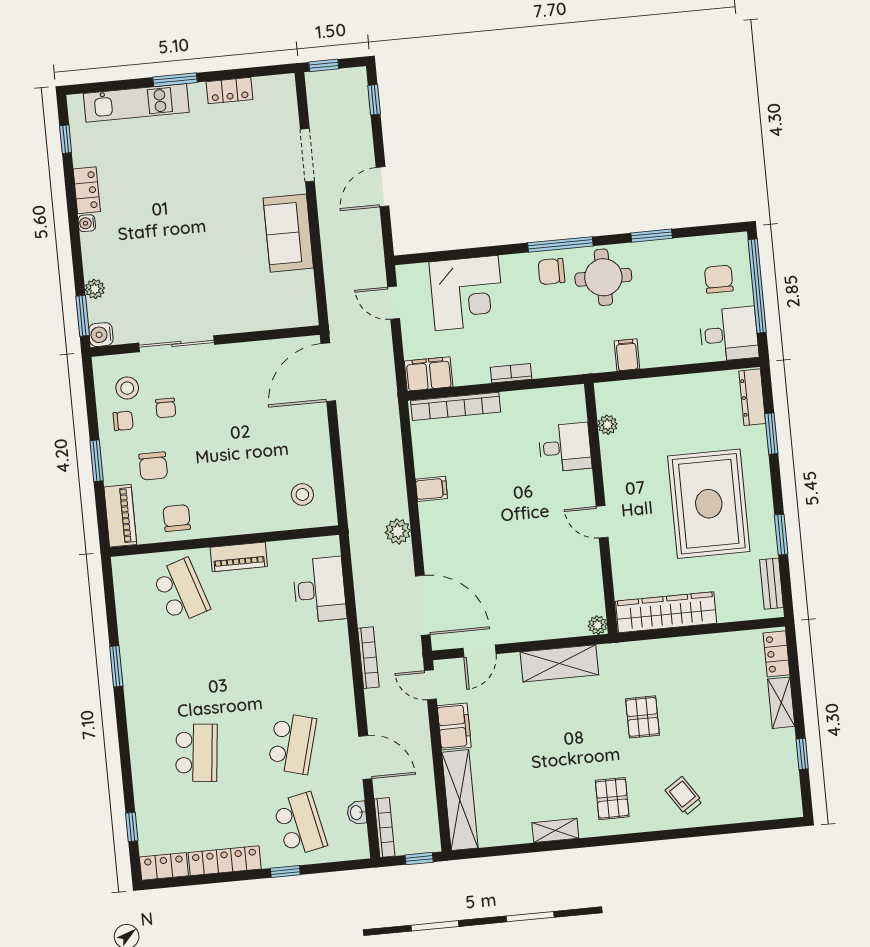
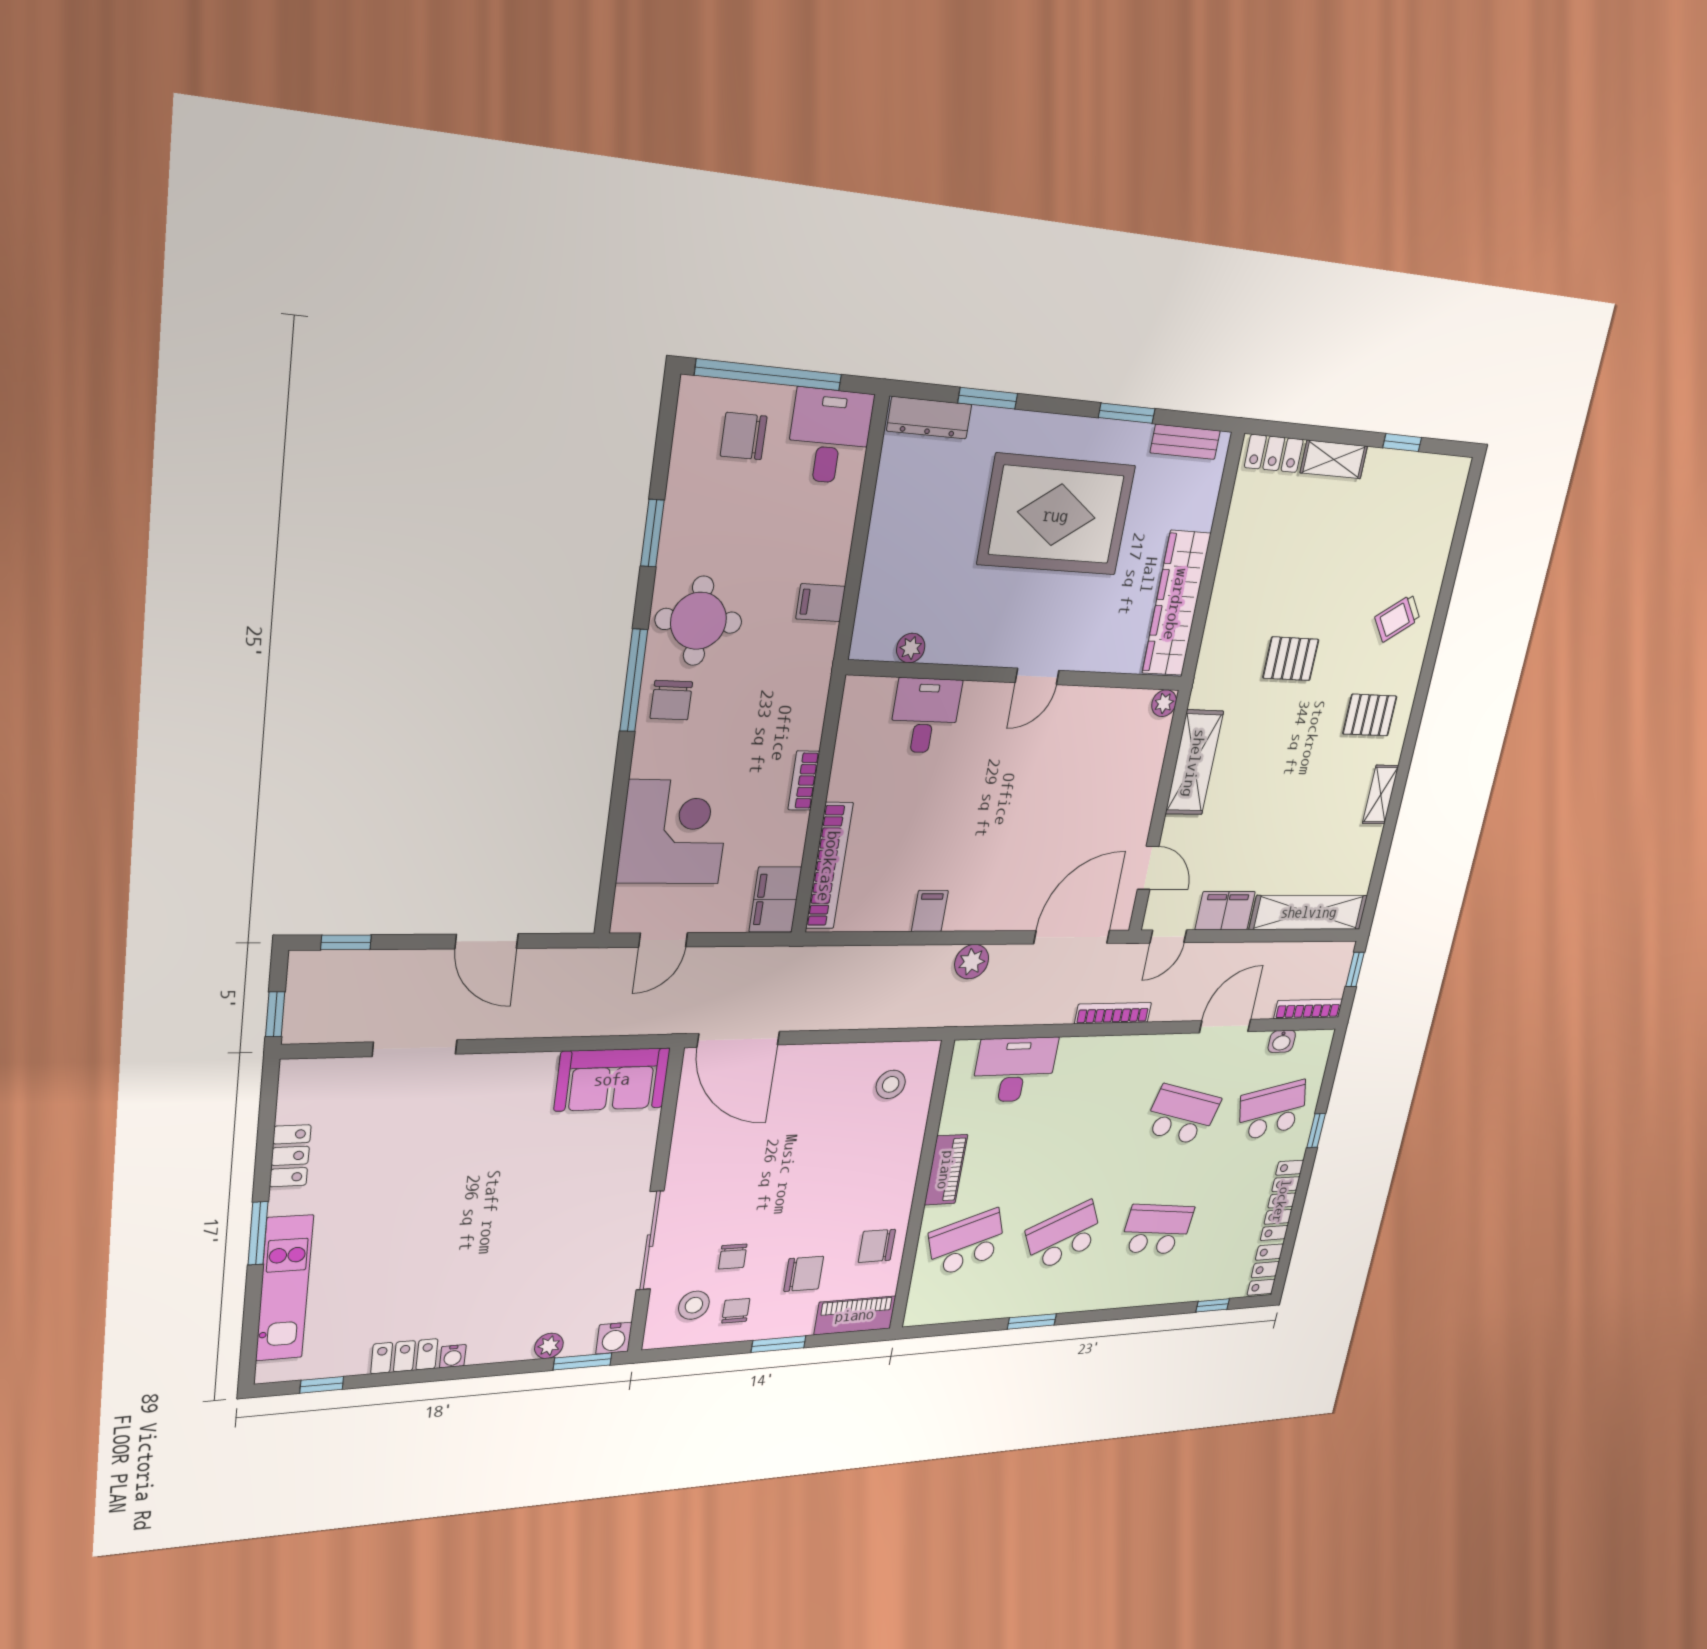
sofa: (288, 233) -> (612, 1079), moved
chair: (166, 408) -> (733, 1257), turned 90
school desk: (189, 672) -> (1064, 1236), added

